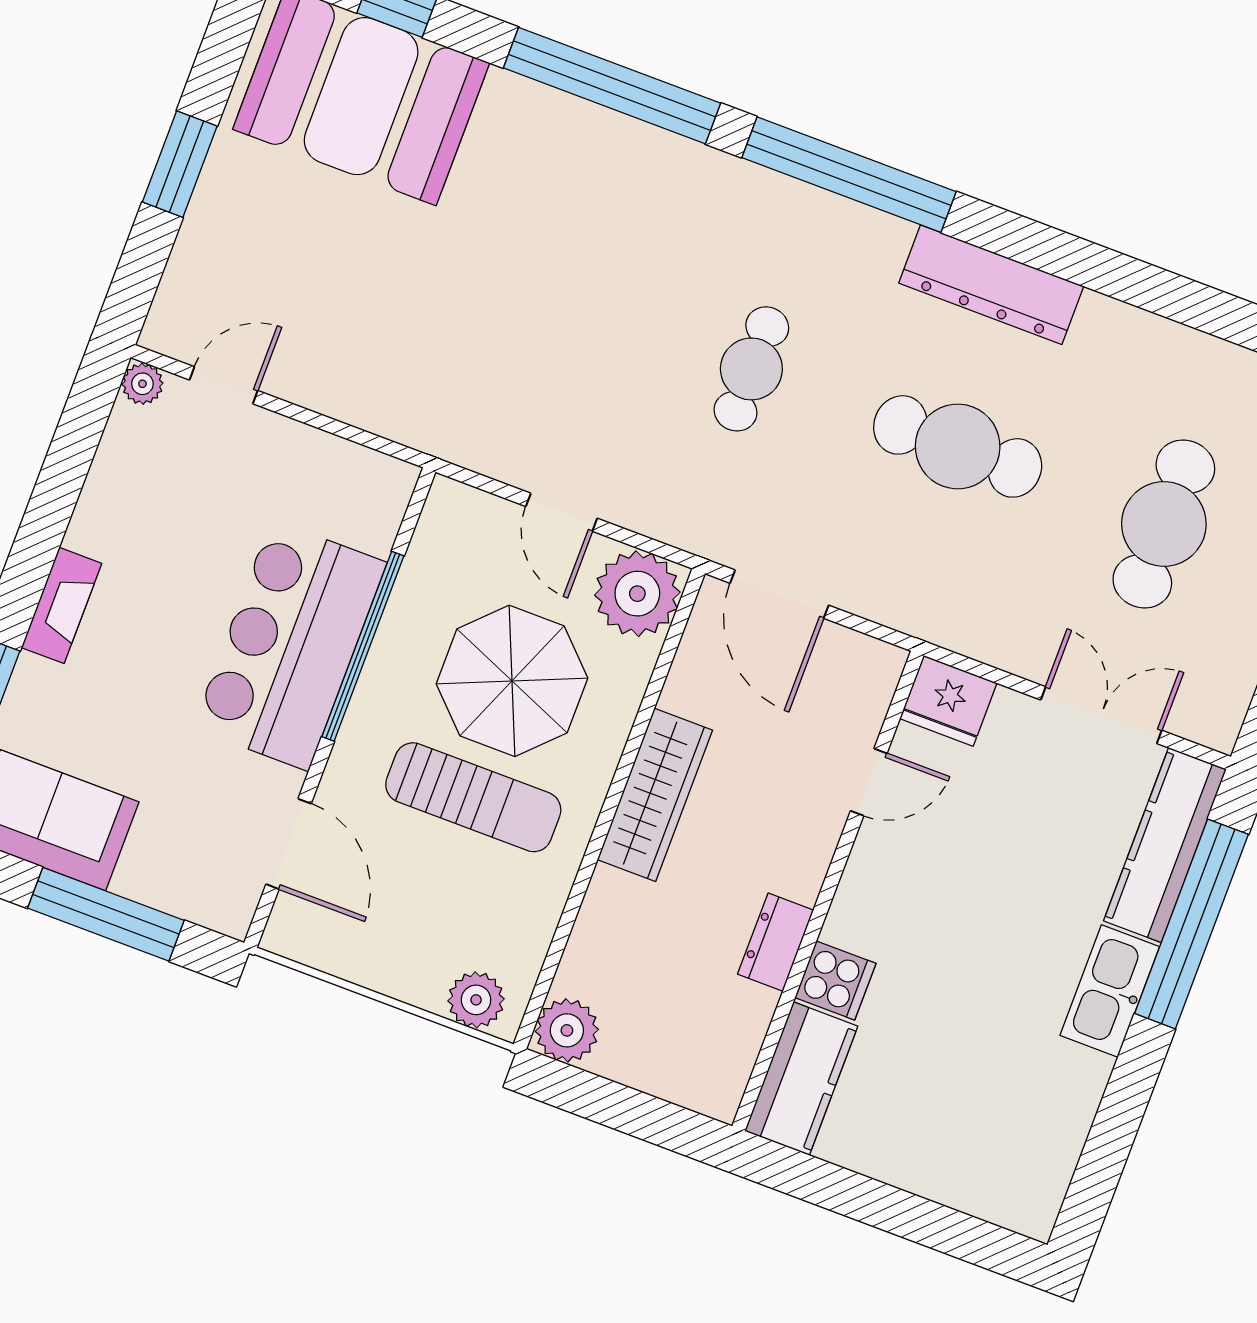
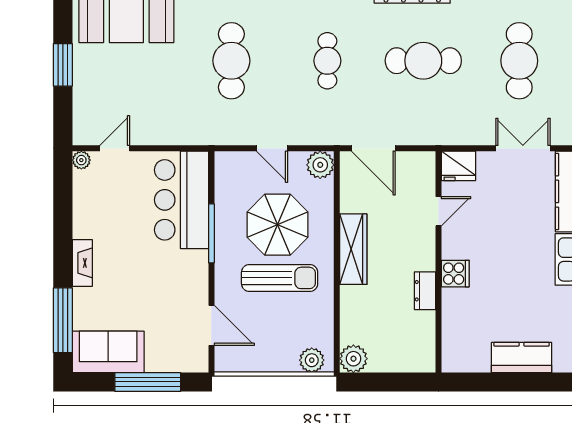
cafe table: (545, 291) -> (231, 61), added
plant: (637, 594) -> (320, 165), width x0.73, depth x0.73
bar counter: (290, 645) -> (181, 200), moved
window: (363, 646) -> (211, 233), width x0.68
cooker: (835, 981) -> (455, 274), moved
kitchen counter: (801, 1079) -> (522, 357), moved, turned -90

